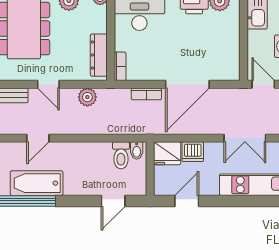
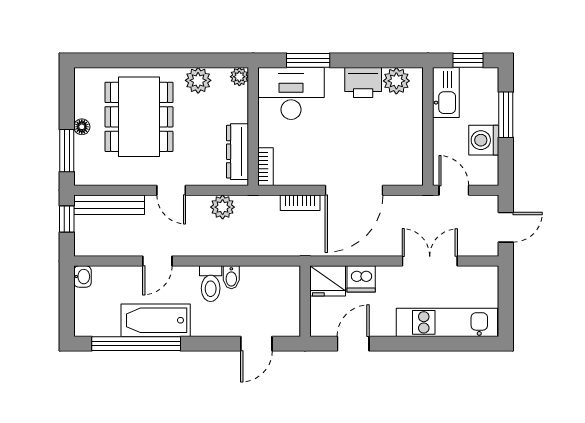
double door: (245, 138) -> (430, 261), swing flipped
bidet: (137, 151) -> (231, 277), moved
toilet: (121, 155) -> (211, 284), moved

